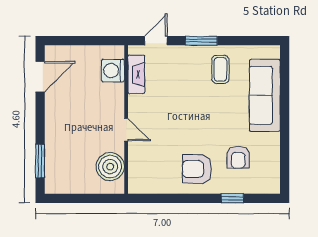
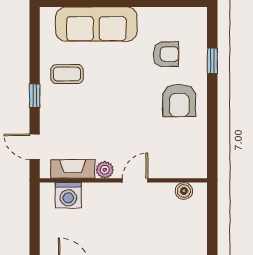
window: (201, 41) -> (35, 96), width x0.67
plant: (136, 103) -> (105, 170), added
boiler: (110, 167) -> (184, 191), width x0.54, depth x0.54

